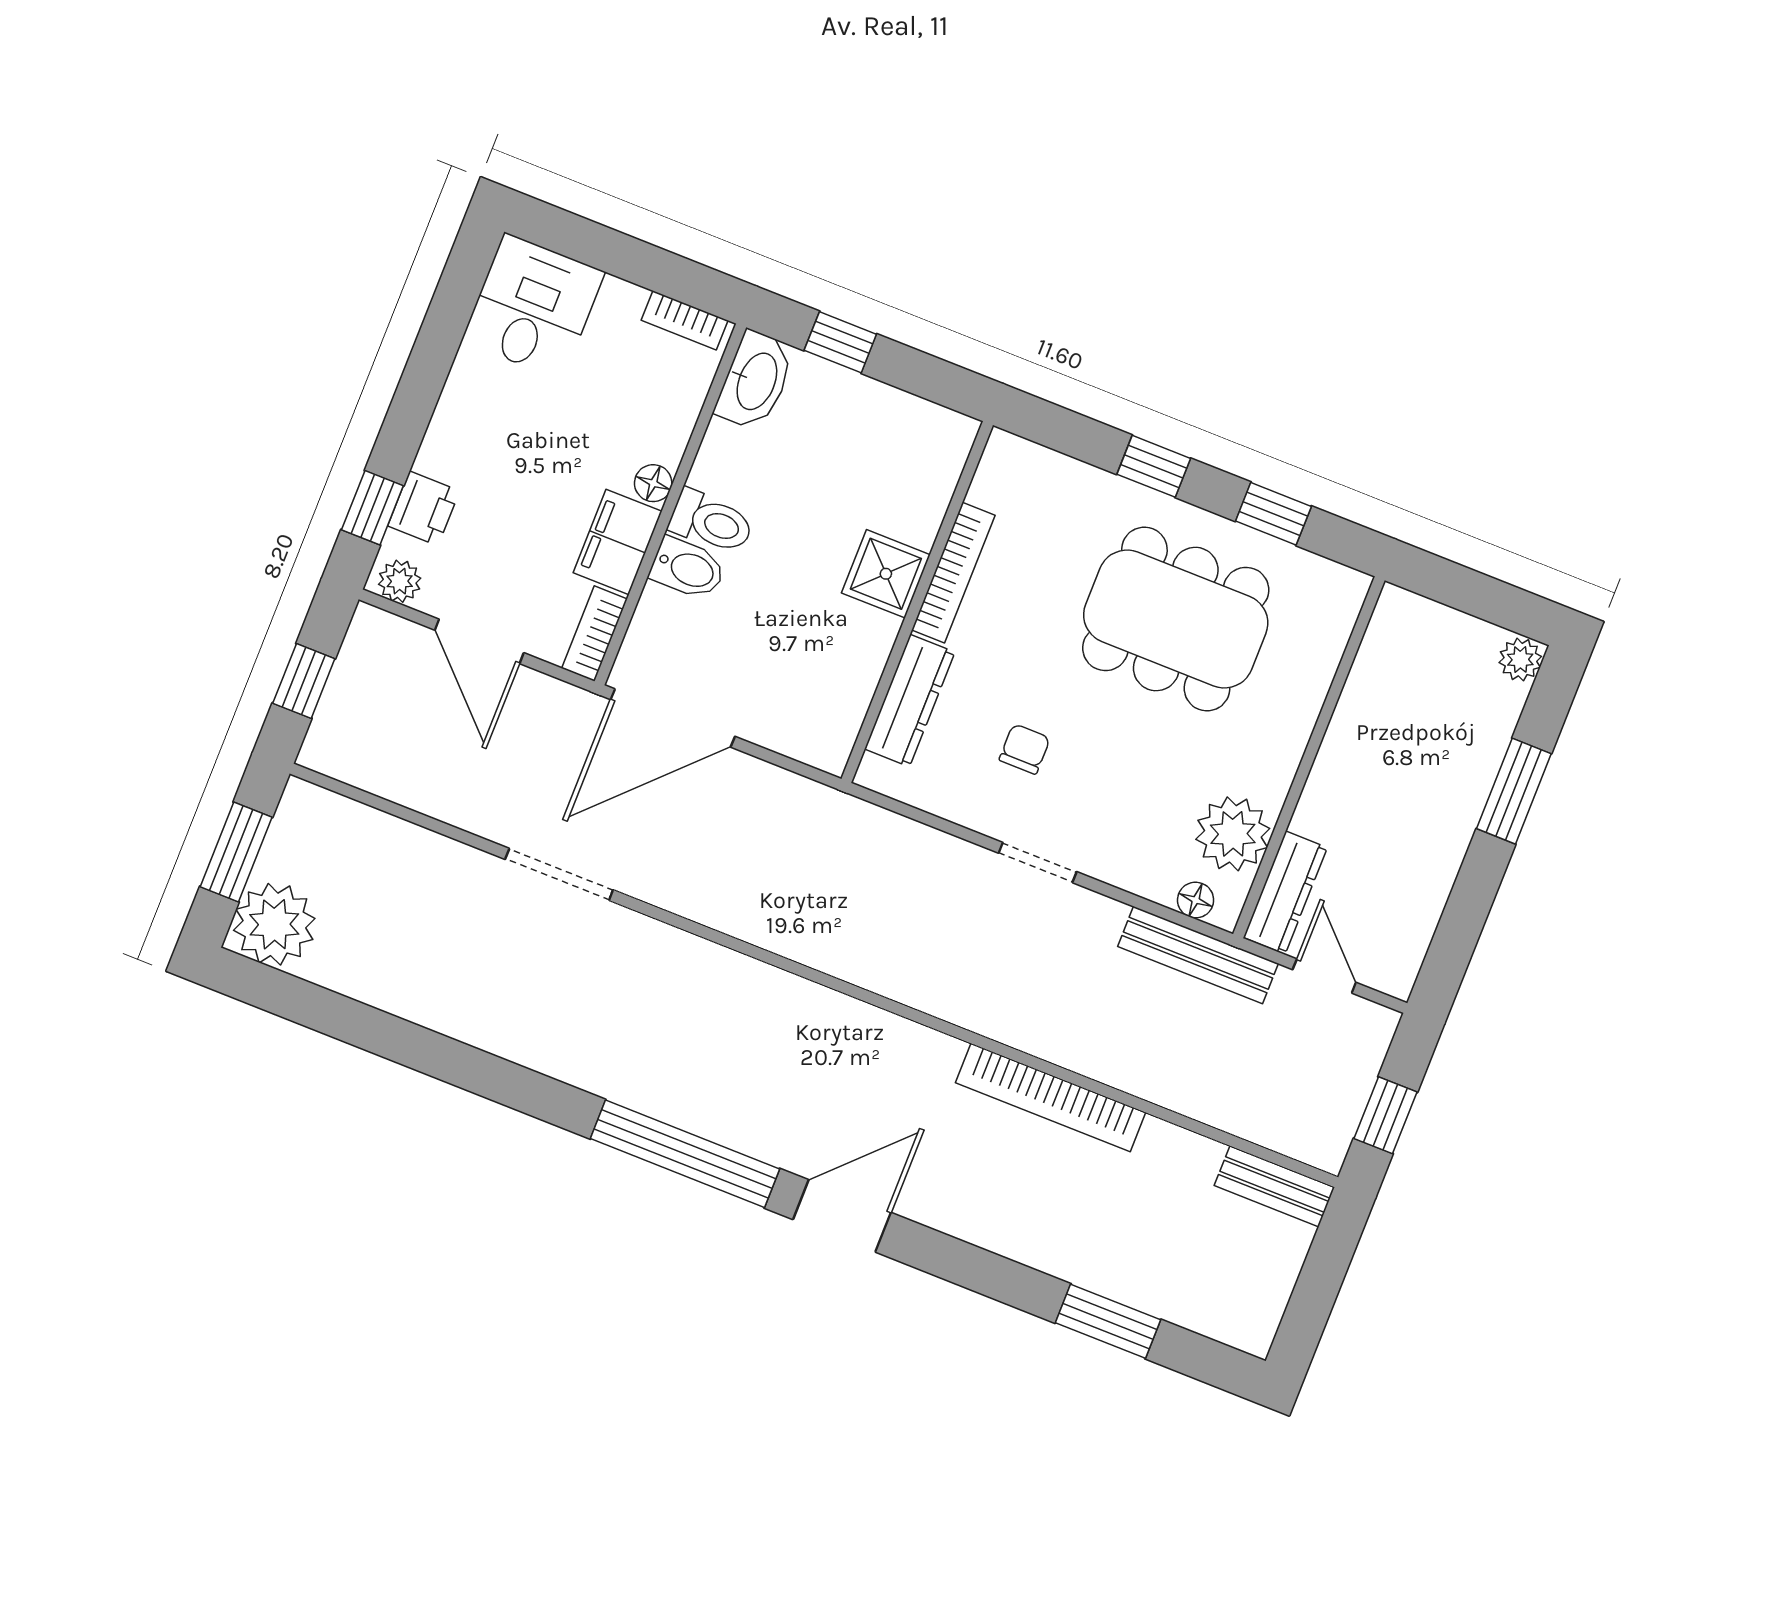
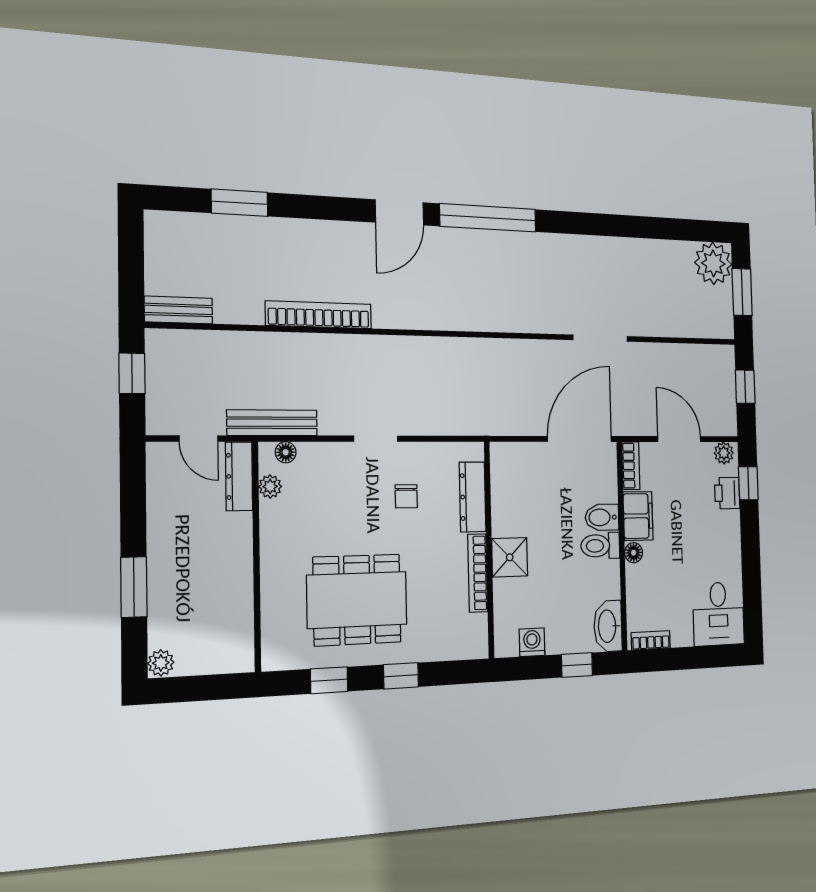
washing machine: (905, 417) -> (532, 642), added
plant: (1233, 834) -> (270, 487), width x0.53, depth x0.53

